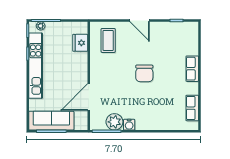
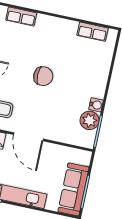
row of seats: (192, 69) -> (21, 16), moved
door: (89, 97) -> (28, 137), moved

